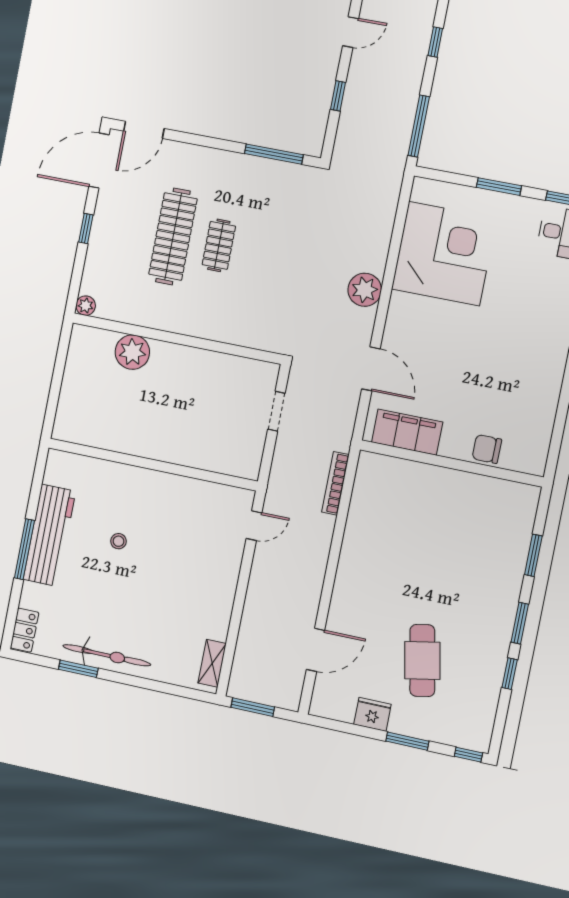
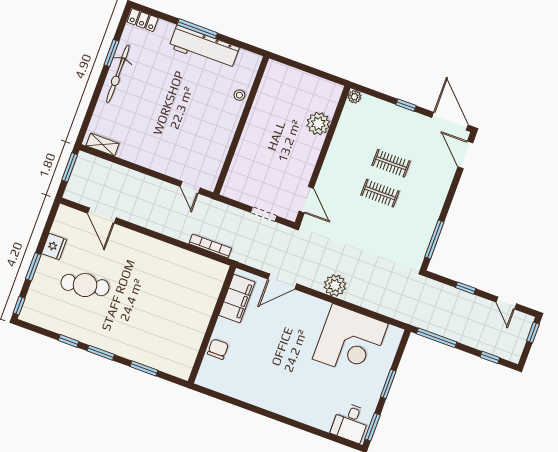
clothes rail: (173, 237) -> (391, 163), width x0.54, depth x0.76
door: (245, 352) -> (306, 200), added
stool: (119, 541) -> (239, 95), moved

